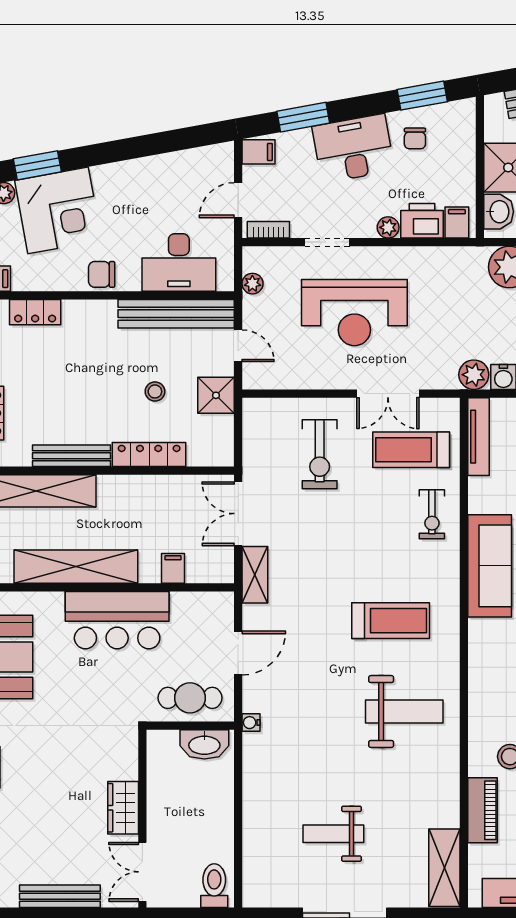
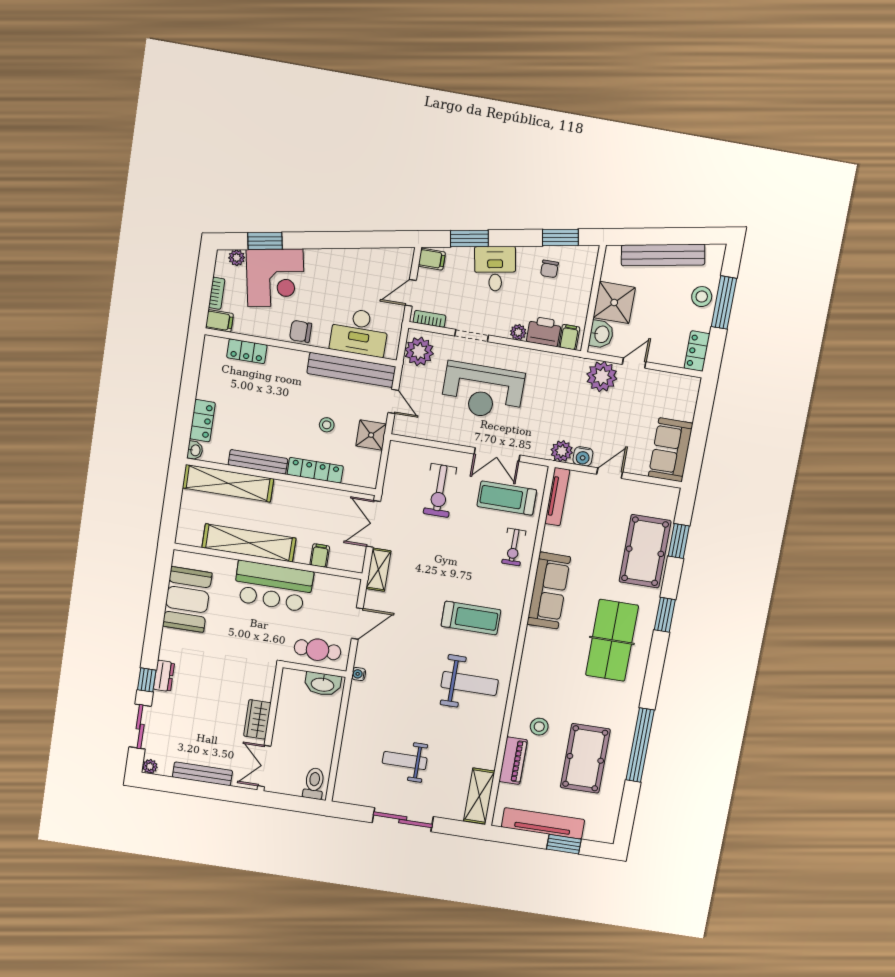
desk: (353, 148) -> (495, 269), width x0.73
plant: (252, 284) -> (419, 351), width x1.88, depth x1.88

